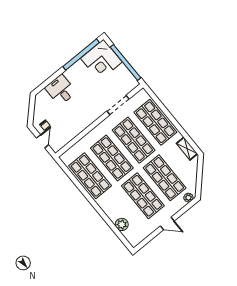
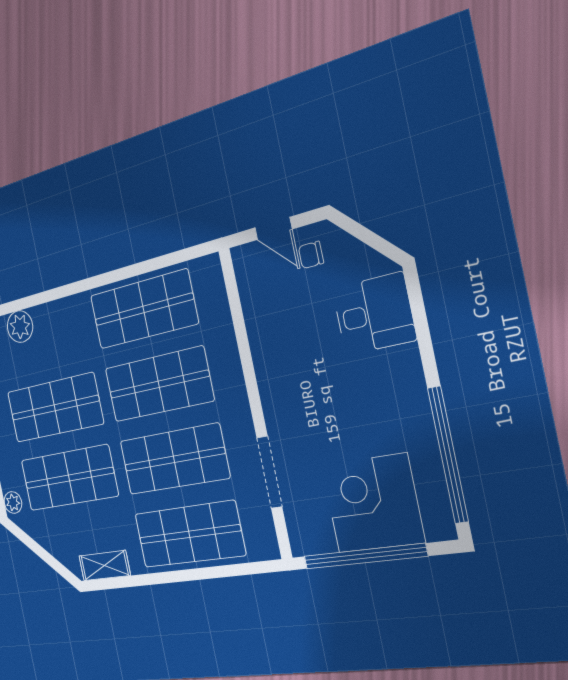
corner desk: (101, 60) -> (373, 503), moved
desk: (61, 90) -> (374, 314), moved

